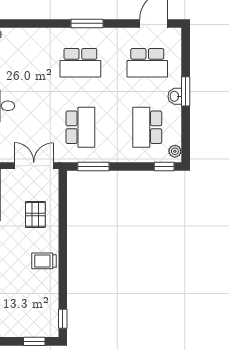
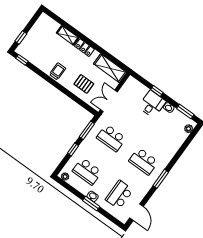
school desk: (80, 63) -> (143, 161), turned -90
school desk: (147, 127) -> (87, 171), turned 180
double door: (34, 166) -> (109, 101), swing flipped
window: (164, 166) -> (73, 149), moved

